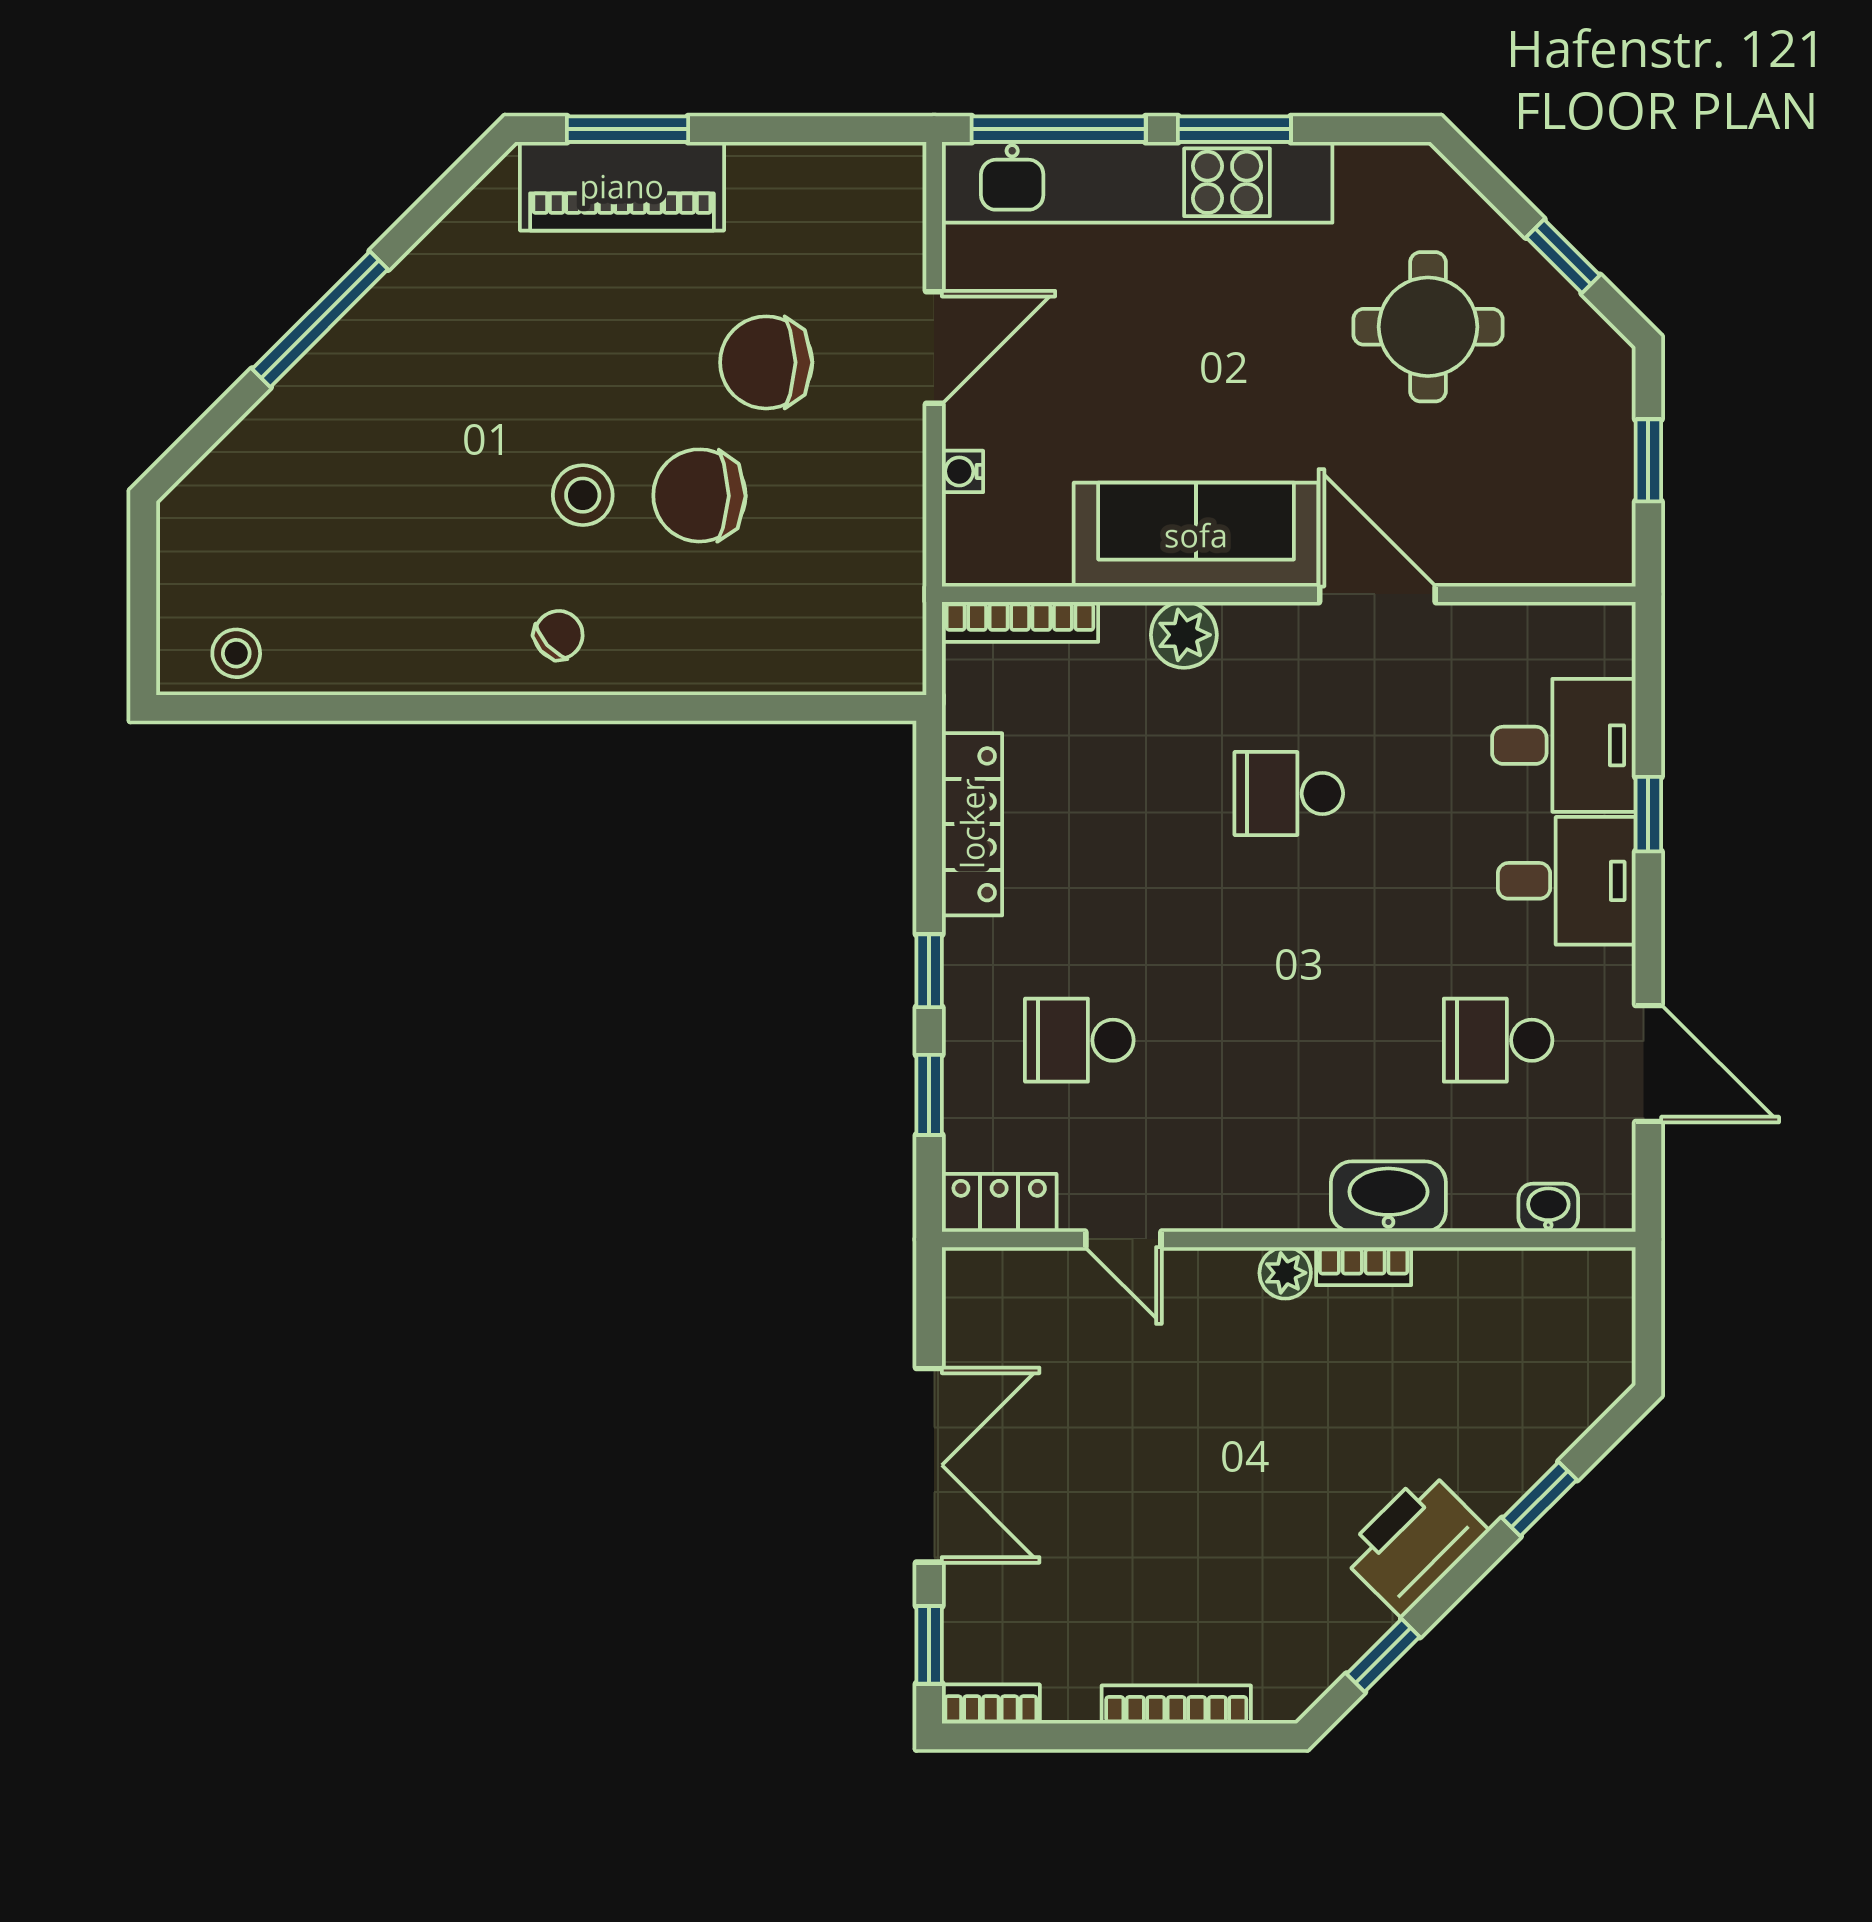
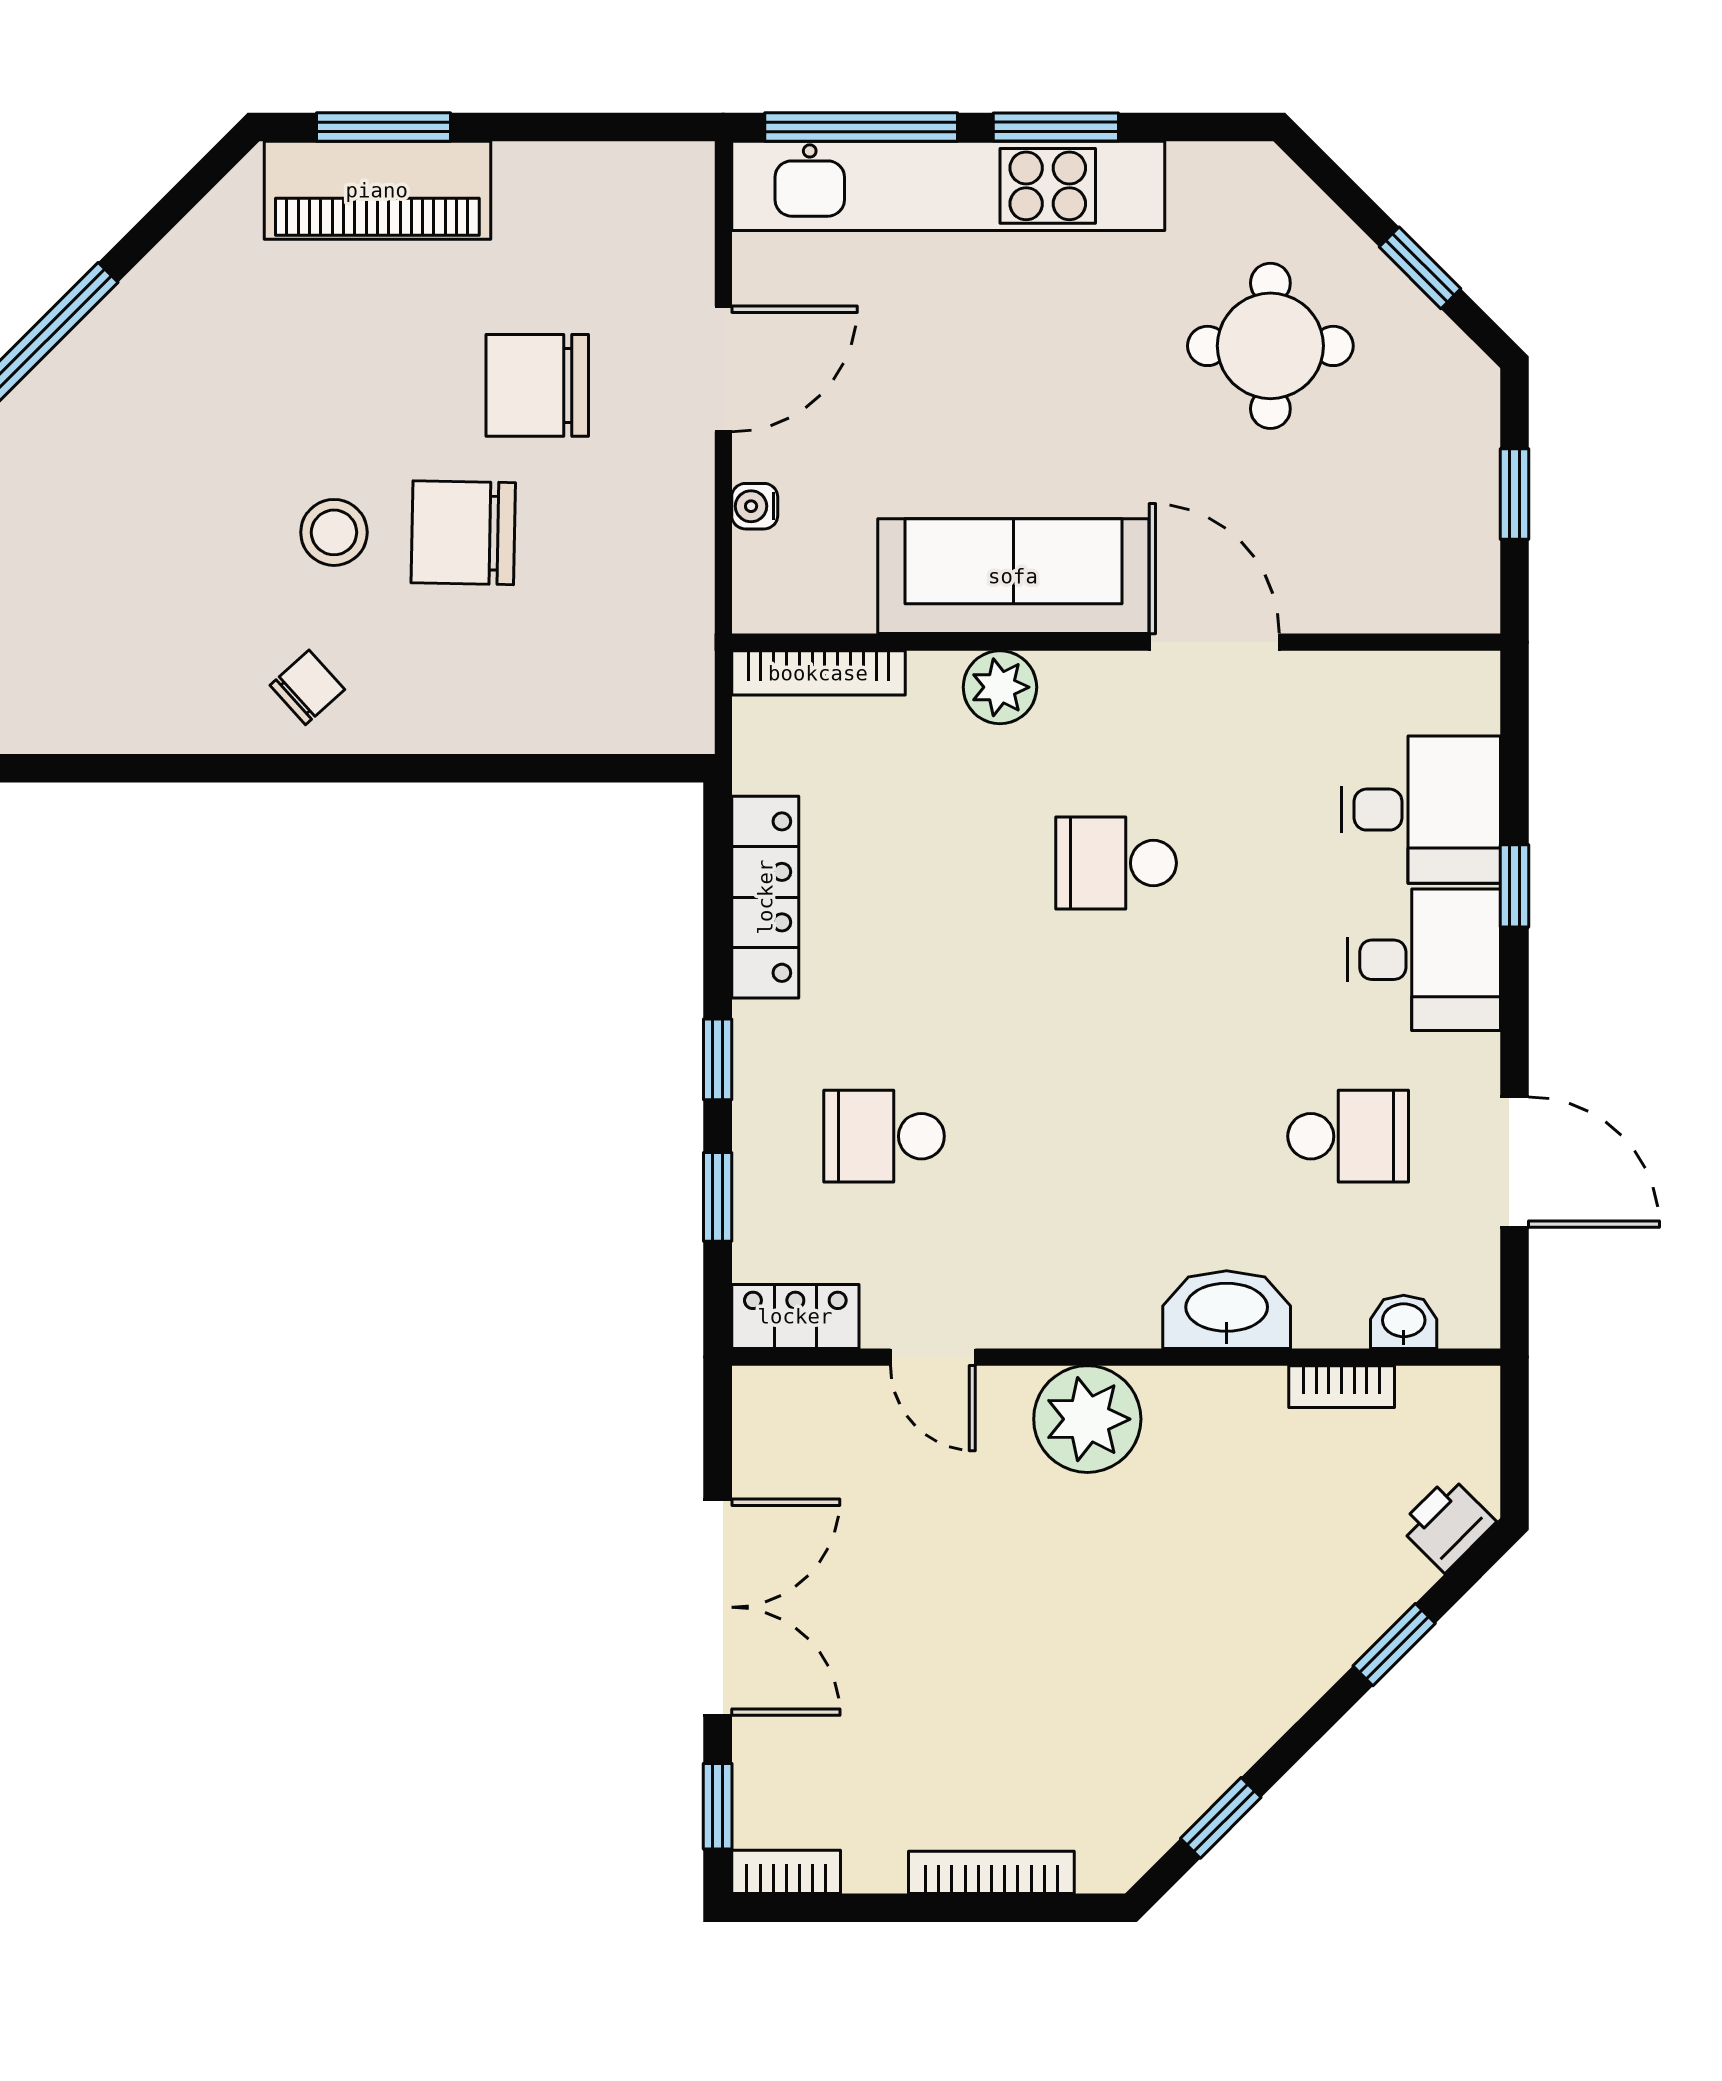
school desk: (1498, 1040) -> (1348, 1136), turned 180
bookcase: (1364, 1266) -> (1342, 1387), moved
plant: (1285, 1273) -> (1087, 1419), width x1.87, depth x1.87
printer: (1414, 1543) -> (1447, 1524), moved, width x0.53, depth x0.68

